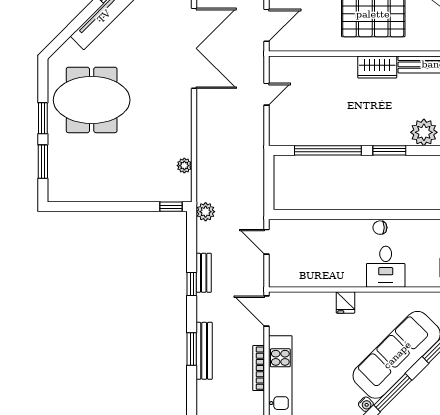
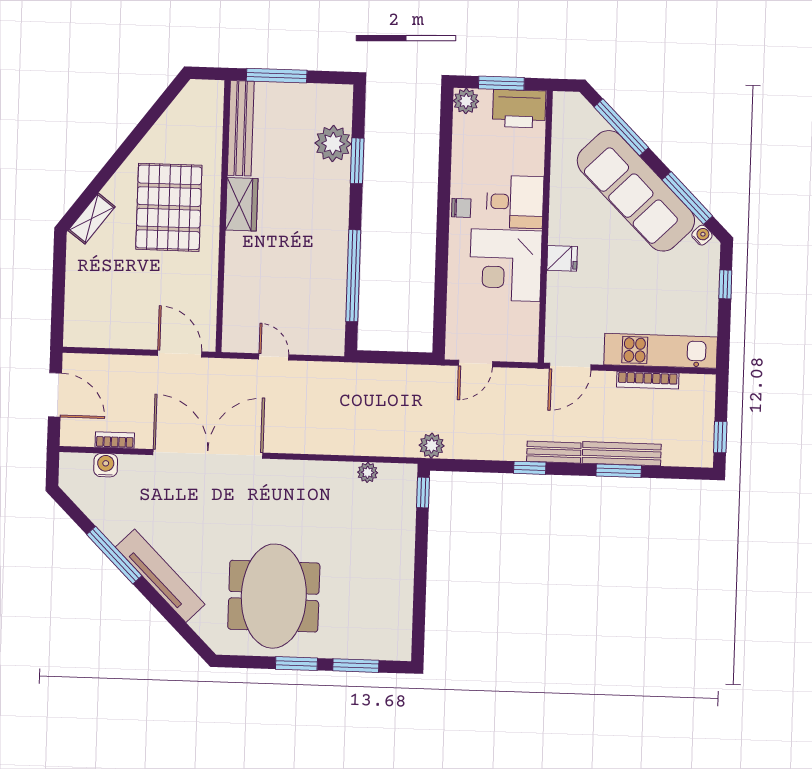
window: (389, 150) -> (357, 161), moved
chair: (380, 228) -> (461, 208), turned -90
corner desk: (339, 261) -> (506, 265), added
bench: (204, 273) -> (554, 452), moved

